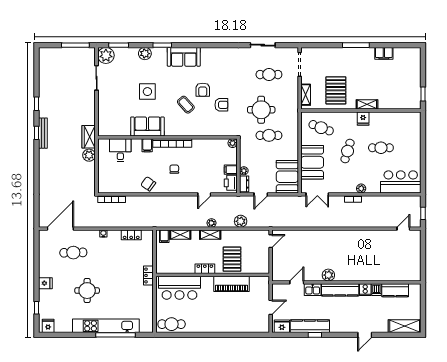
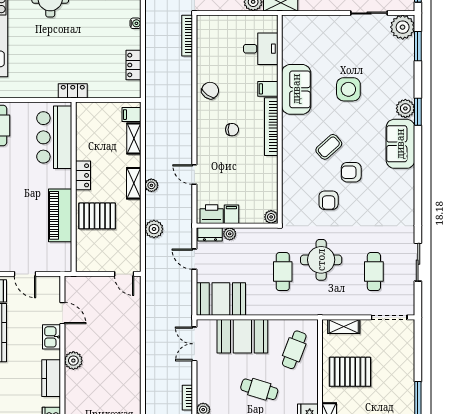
plant: (145, 54) -> (405, 108), moved
kitchen counter: (340, 290) -> (51, 378), width x0.67

